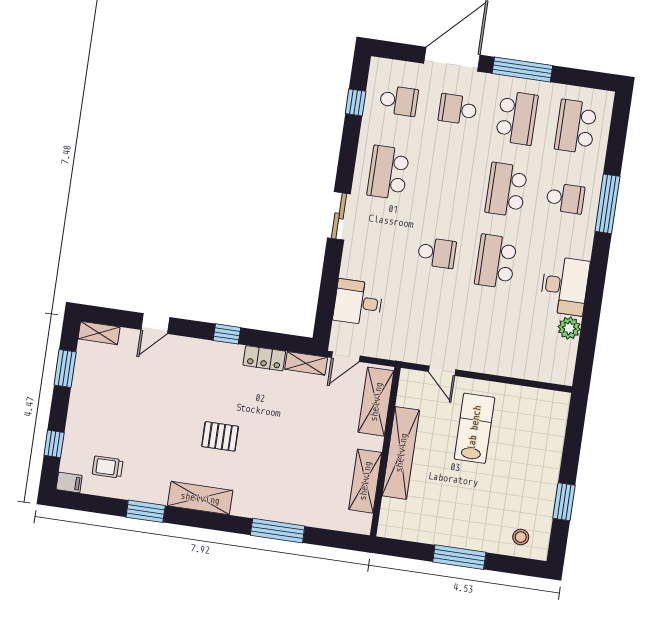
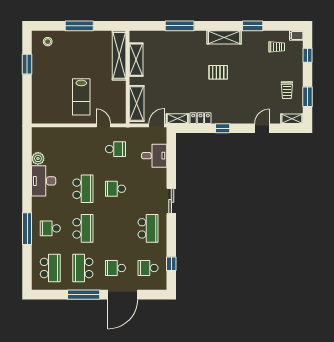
school desk: (458, 109) -> (115, 268), turned 180
school desk: (426, 325) -> (115, 149), added
trolley: (100, 386) -> (287, 90), added
shelving: (401, 453) -> (119, 55), moved

